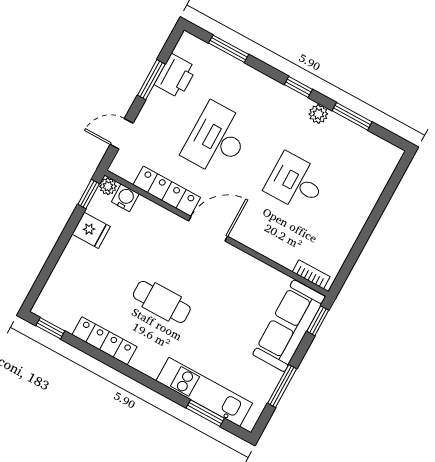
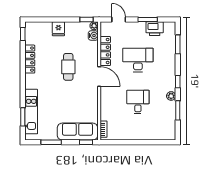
fridge: (91, 230) -> (58, 29), moved
cafe table: (162, 302) -> (68, 67), moved

